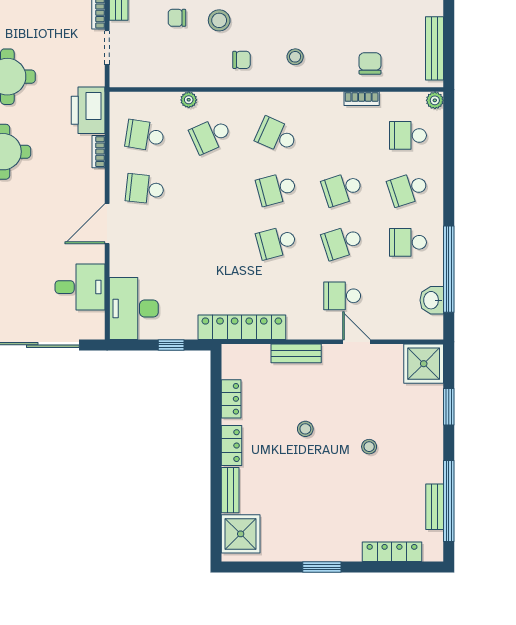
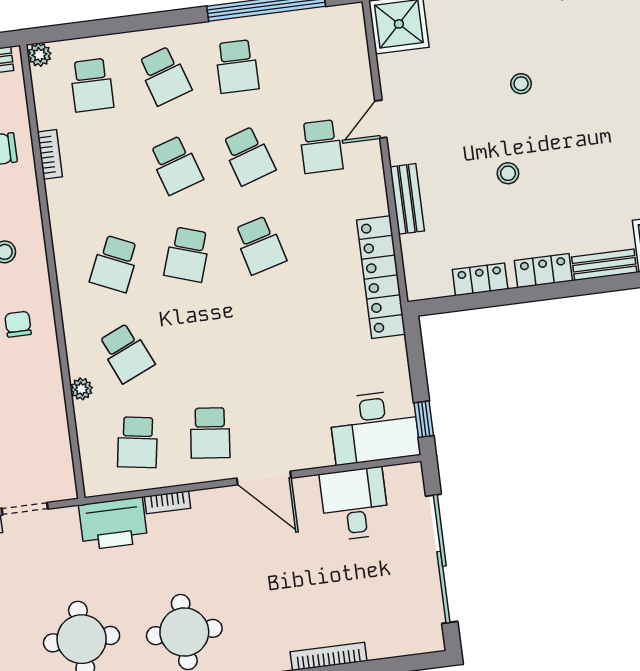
school desk: (276, 189) -> (187, 254), turned 33
washbasin: (432, 300) -> (311, 24), removed
window: (171, 345) -> (424, 419), moved

